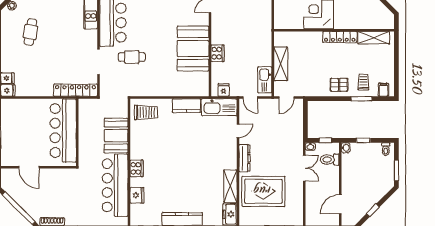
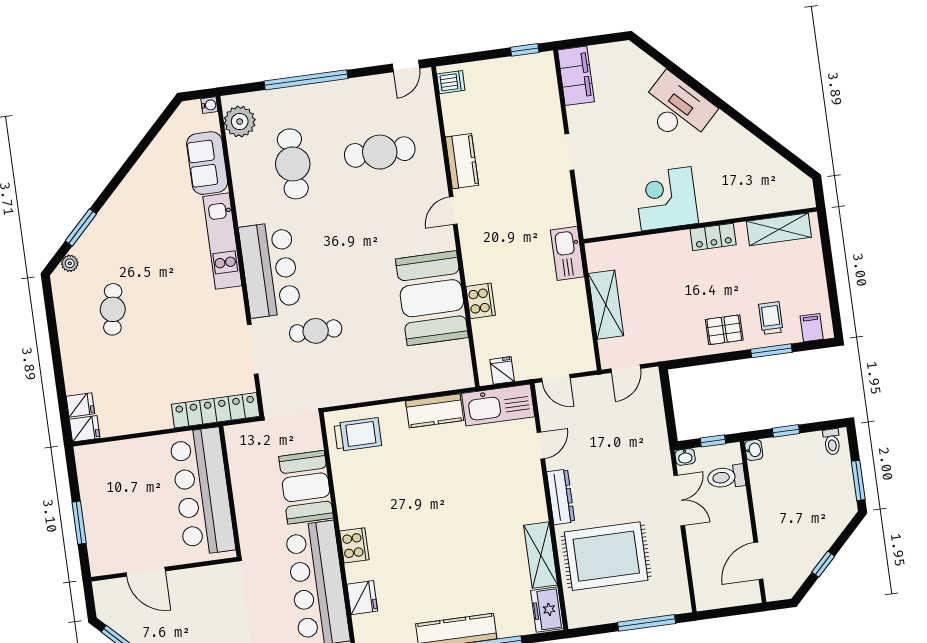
locker: (340, 37) -> (713, 237), width x0.66
kitchen sink: (265, 80) -> (567, 253), moved

